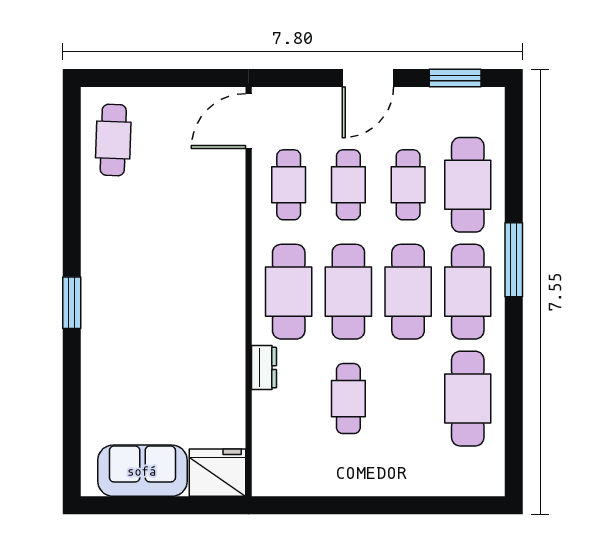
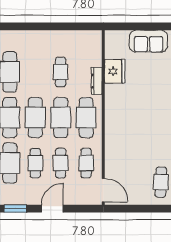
door: (249, 121) -> (103, 190), hinge flipped
dresser: (264, 368) -> (97, 81), width x1.44
fridge: (218, 473) -> (115, 71), moved, turned -90

